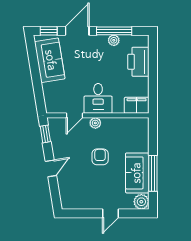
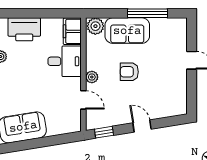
desk: (98, 98) -> (65, 61), moved
sofa: (137, 173) -> (127, 31), moved
plant: (141, 202) -> (95, 26), moved

